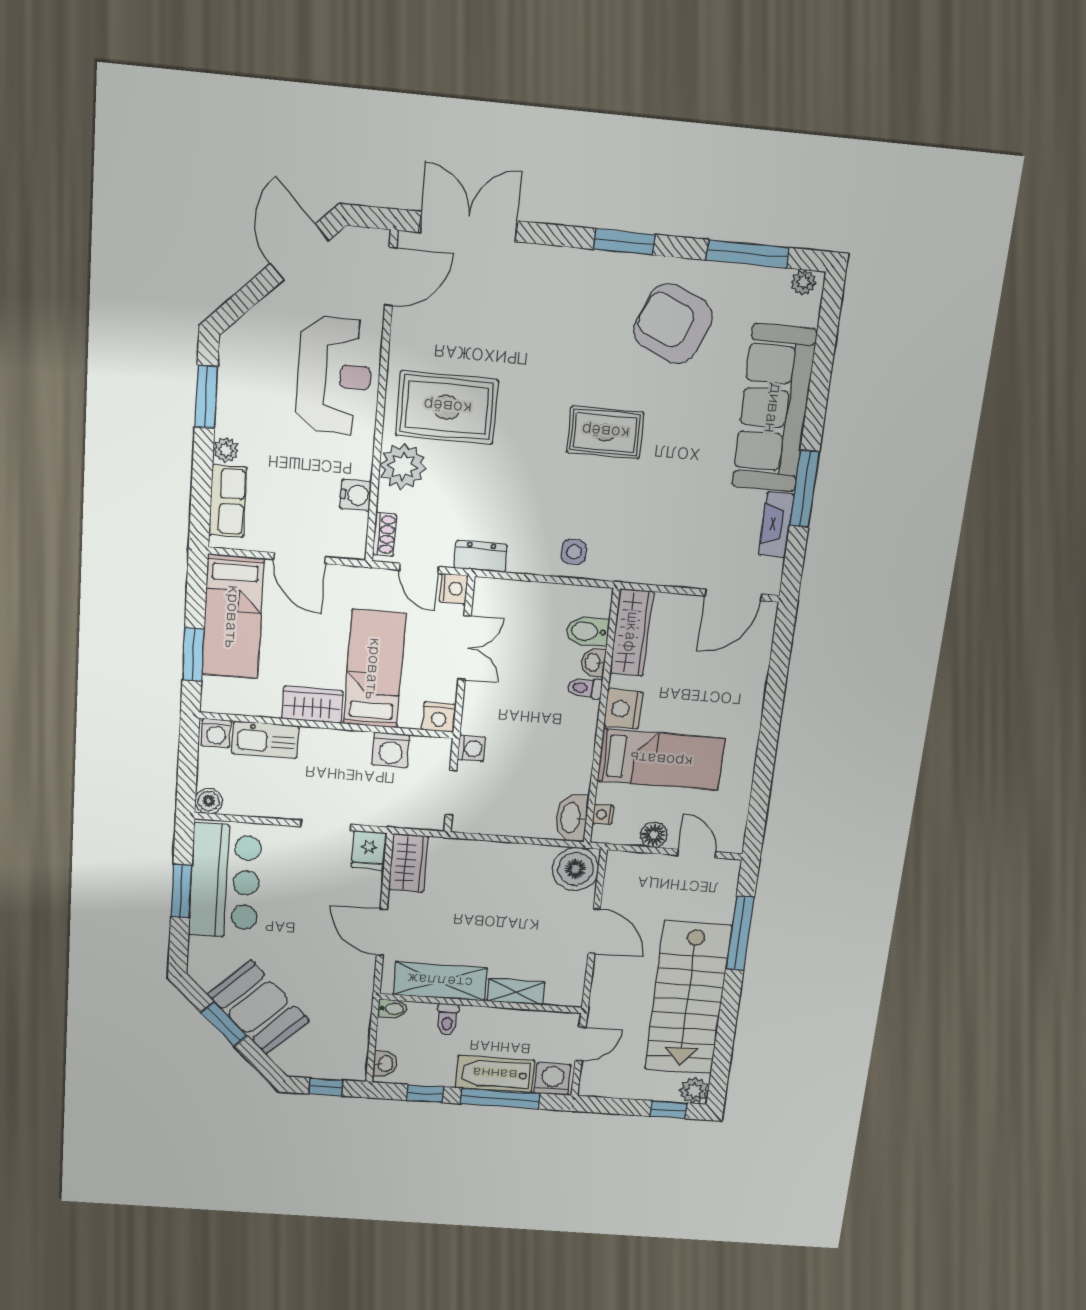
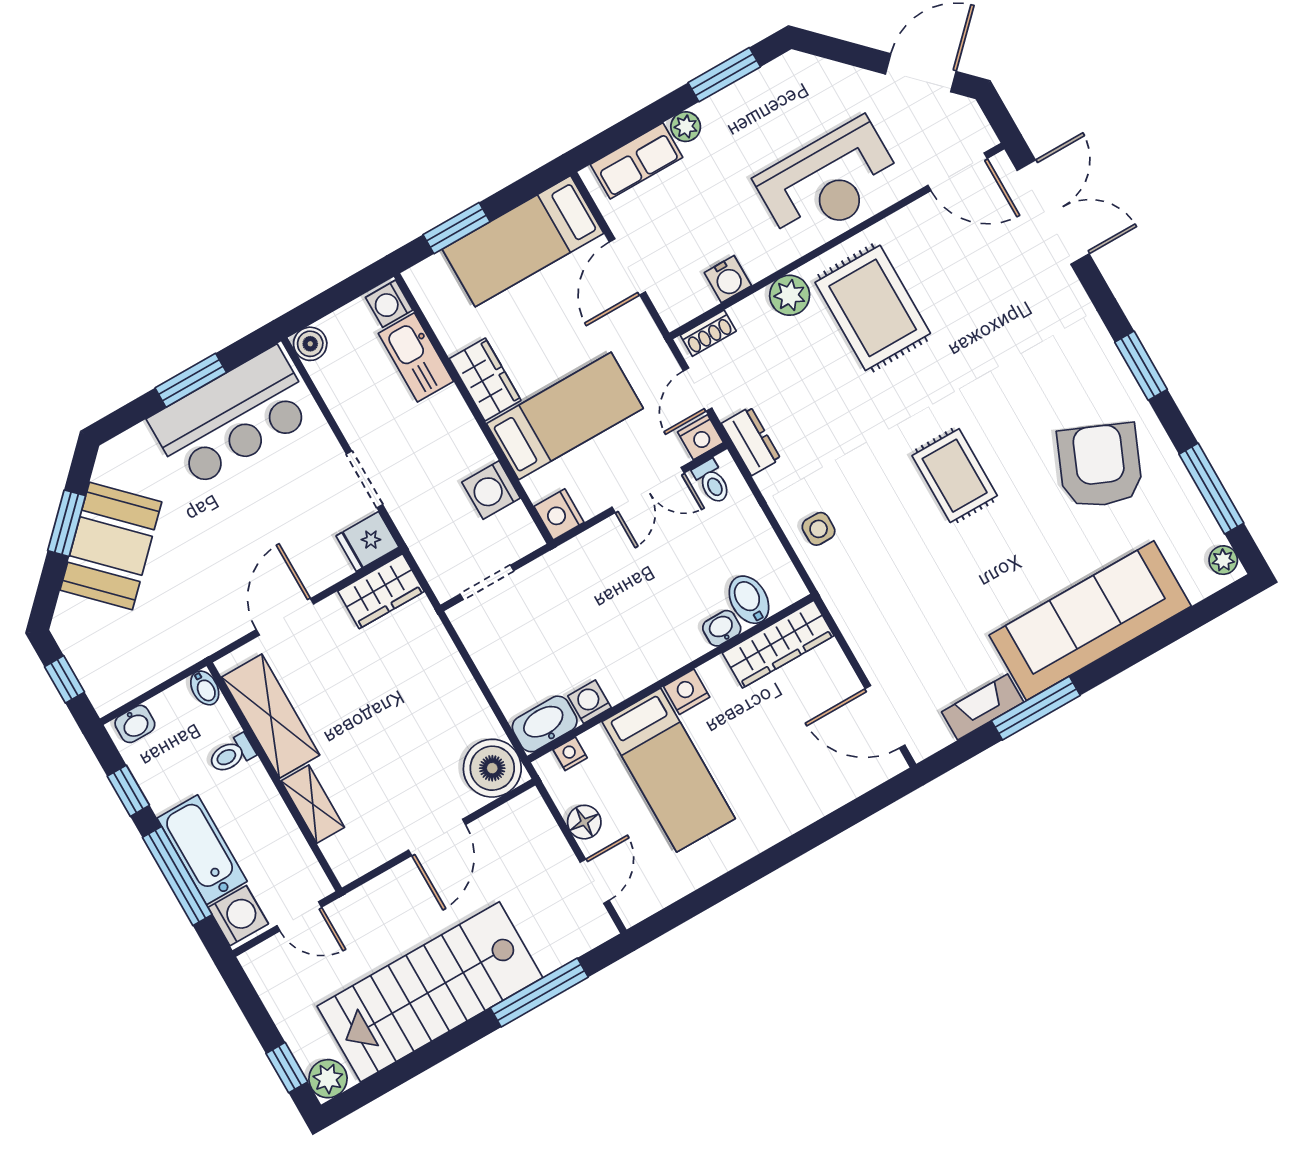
plant: (403, 466) -> (790, 295), width x0.73, depth x0.73
toilet: (585, 688) -> (712, 482), moved, turned 180
nightstand: (623, 709) -> (687, 692), width x0.74, depth x0.75
washing machine: (471, 748) -> (590, 702), moved, turned 180

